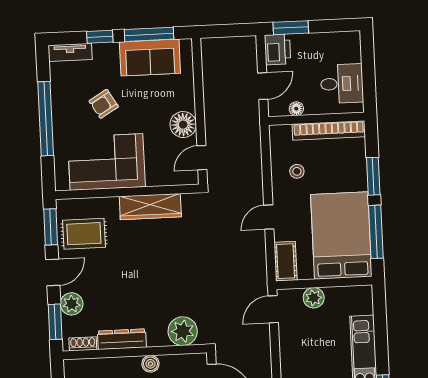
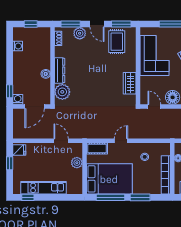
wardrobe: (150, 207) -> (130, 83), width x0.67
door: (269, 217) -> (121, 141), hinge flipped
door: (273, 309) -> (61, 141), moved
dresser: (122, 339) -> (60, 70), moved

